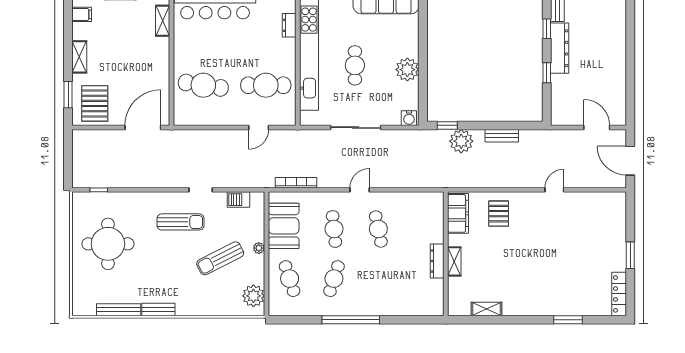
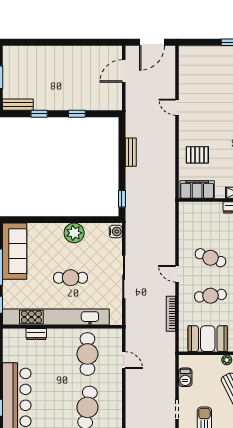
dresser: (560, 48) -> (56, 103), removed
plant: (461, 141) -> (135, 187), removed
bookcase: (296, 183) -> (171, 314), moved
cafe table: (378, 229) -> (210, 258), turned 33

